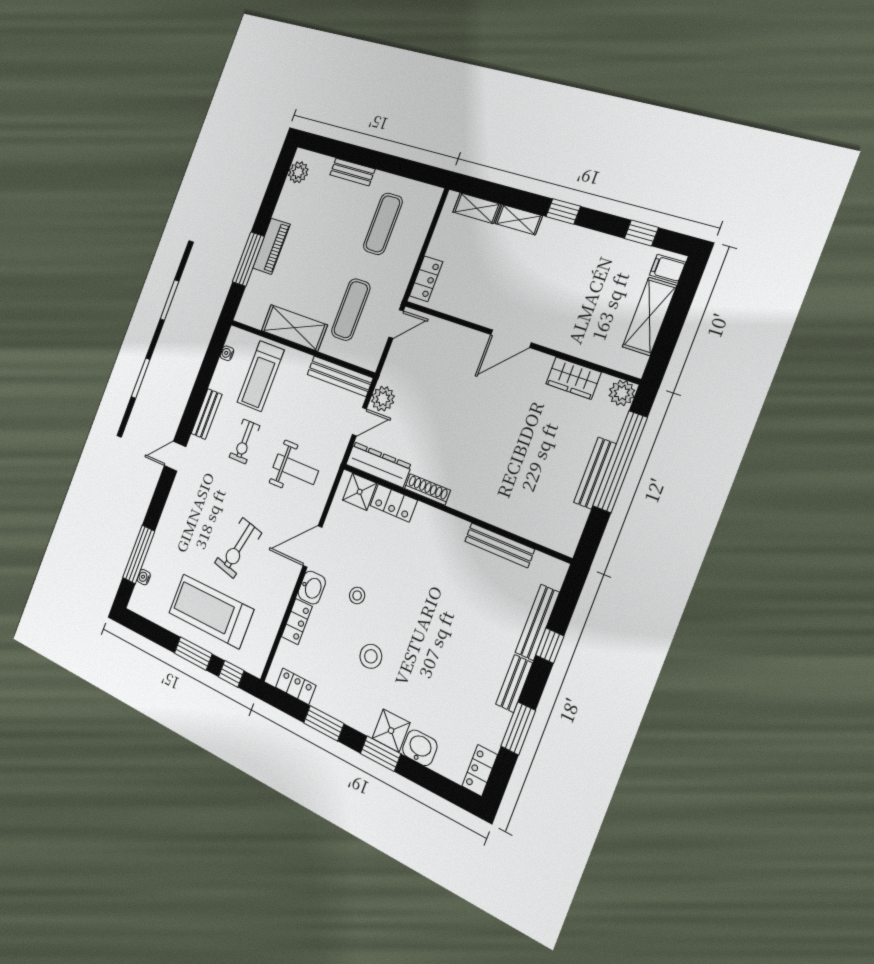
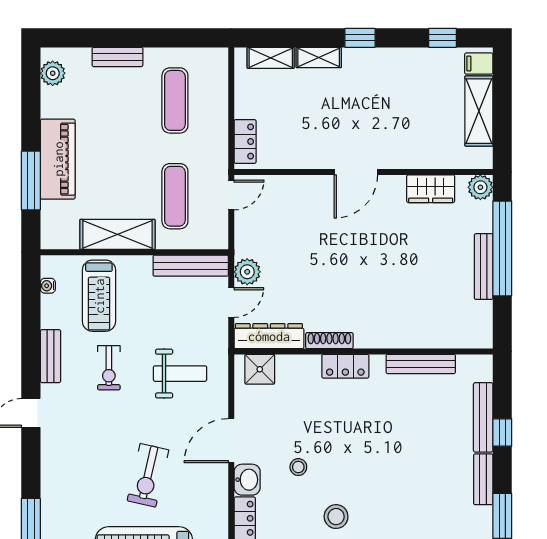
piano: (271, 246) -> (58, 159), width x1.37, depth x1.33
locker: (394, 503) -> (345, 366), moved

